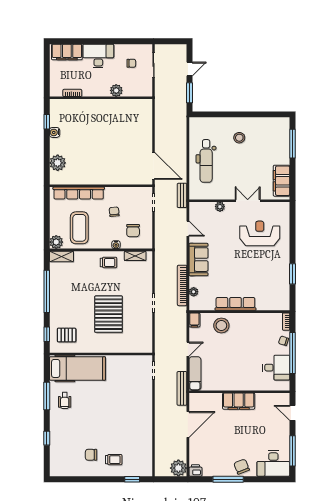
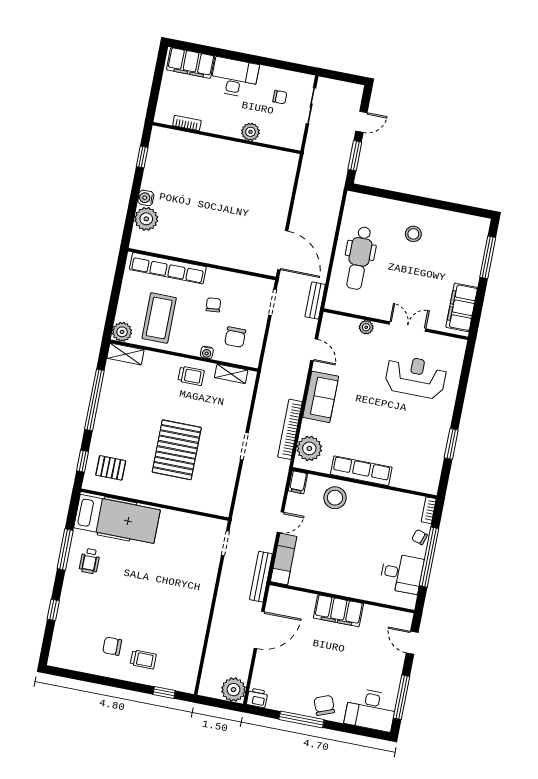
water cooler: (55, 132) -> (146, 198), moved
plant: (194, 292) -> (309, 448), width x1.88, depth x1.88

